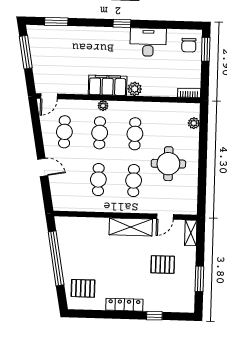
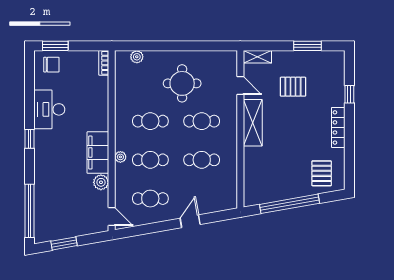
window: (56, 22) -> (29, 211), width x2.11
window: (26, 52) -> (64, 243), width x0.69
plant: (135, 89) -> (101, 182), moved
pallet: (163, 265) -> (293, 87), turned 90

